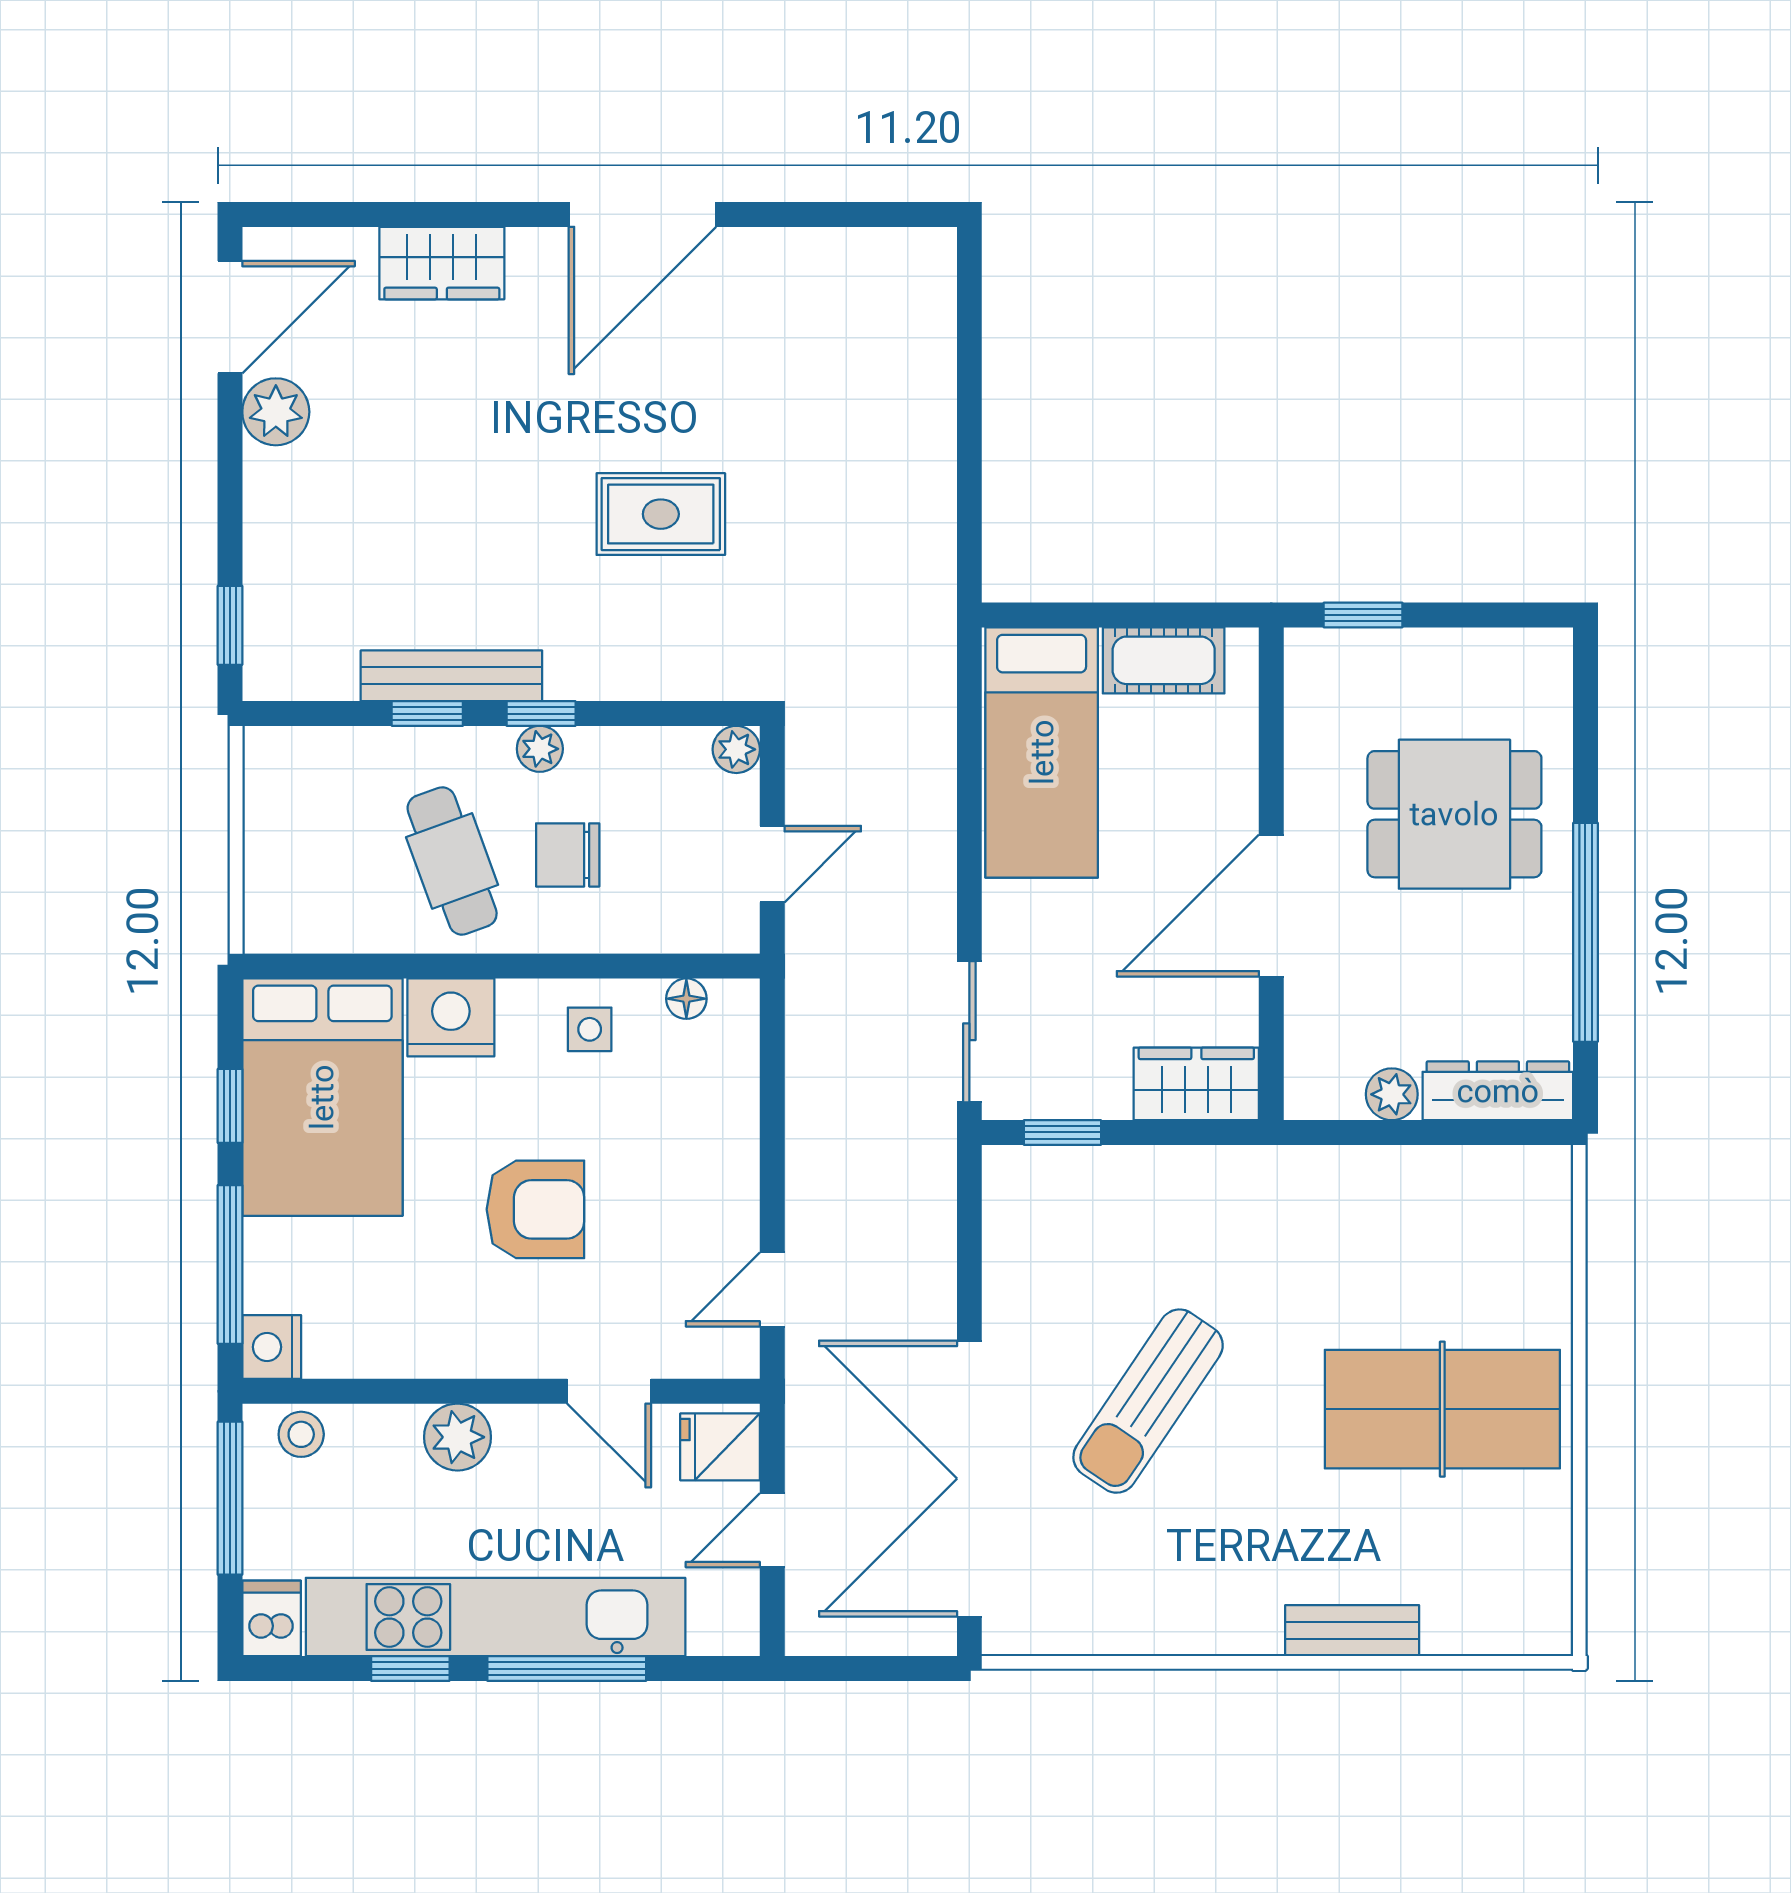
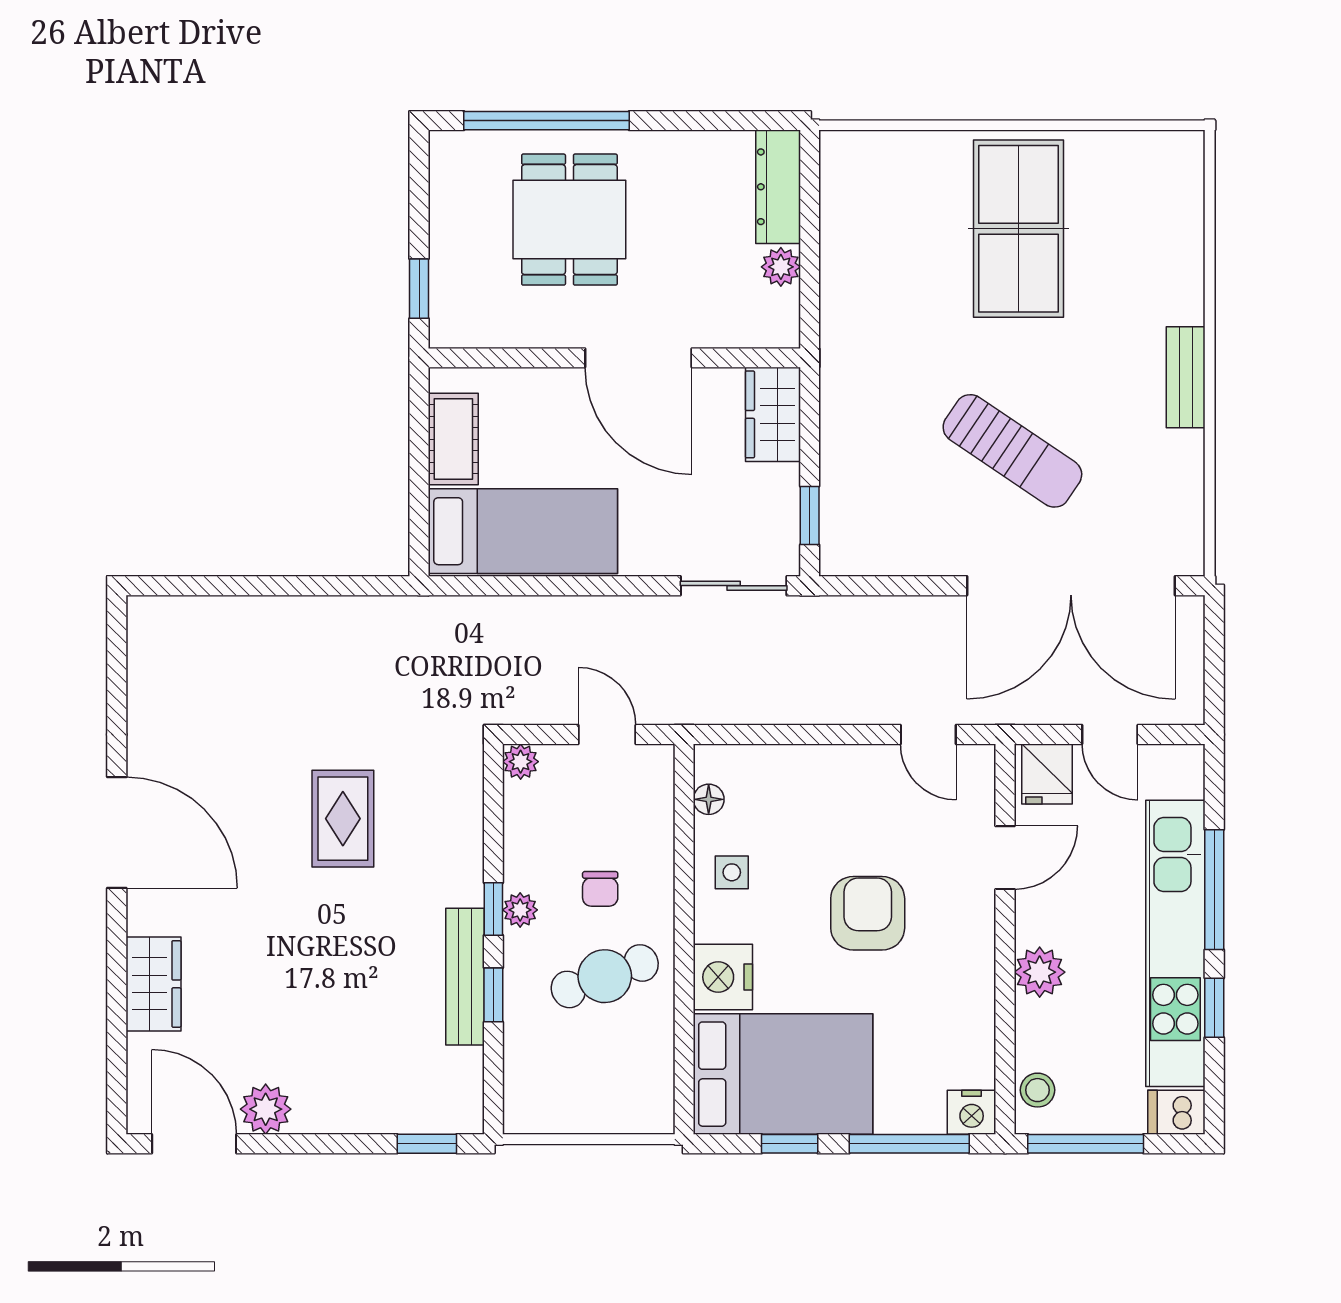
chair: (568, 855) -> (600, 889), width x0.73, depth x0.73
window: (1585, 932) -> (546, 121), moved
bench: (1352, 1631) -> (1186, 377), moved

